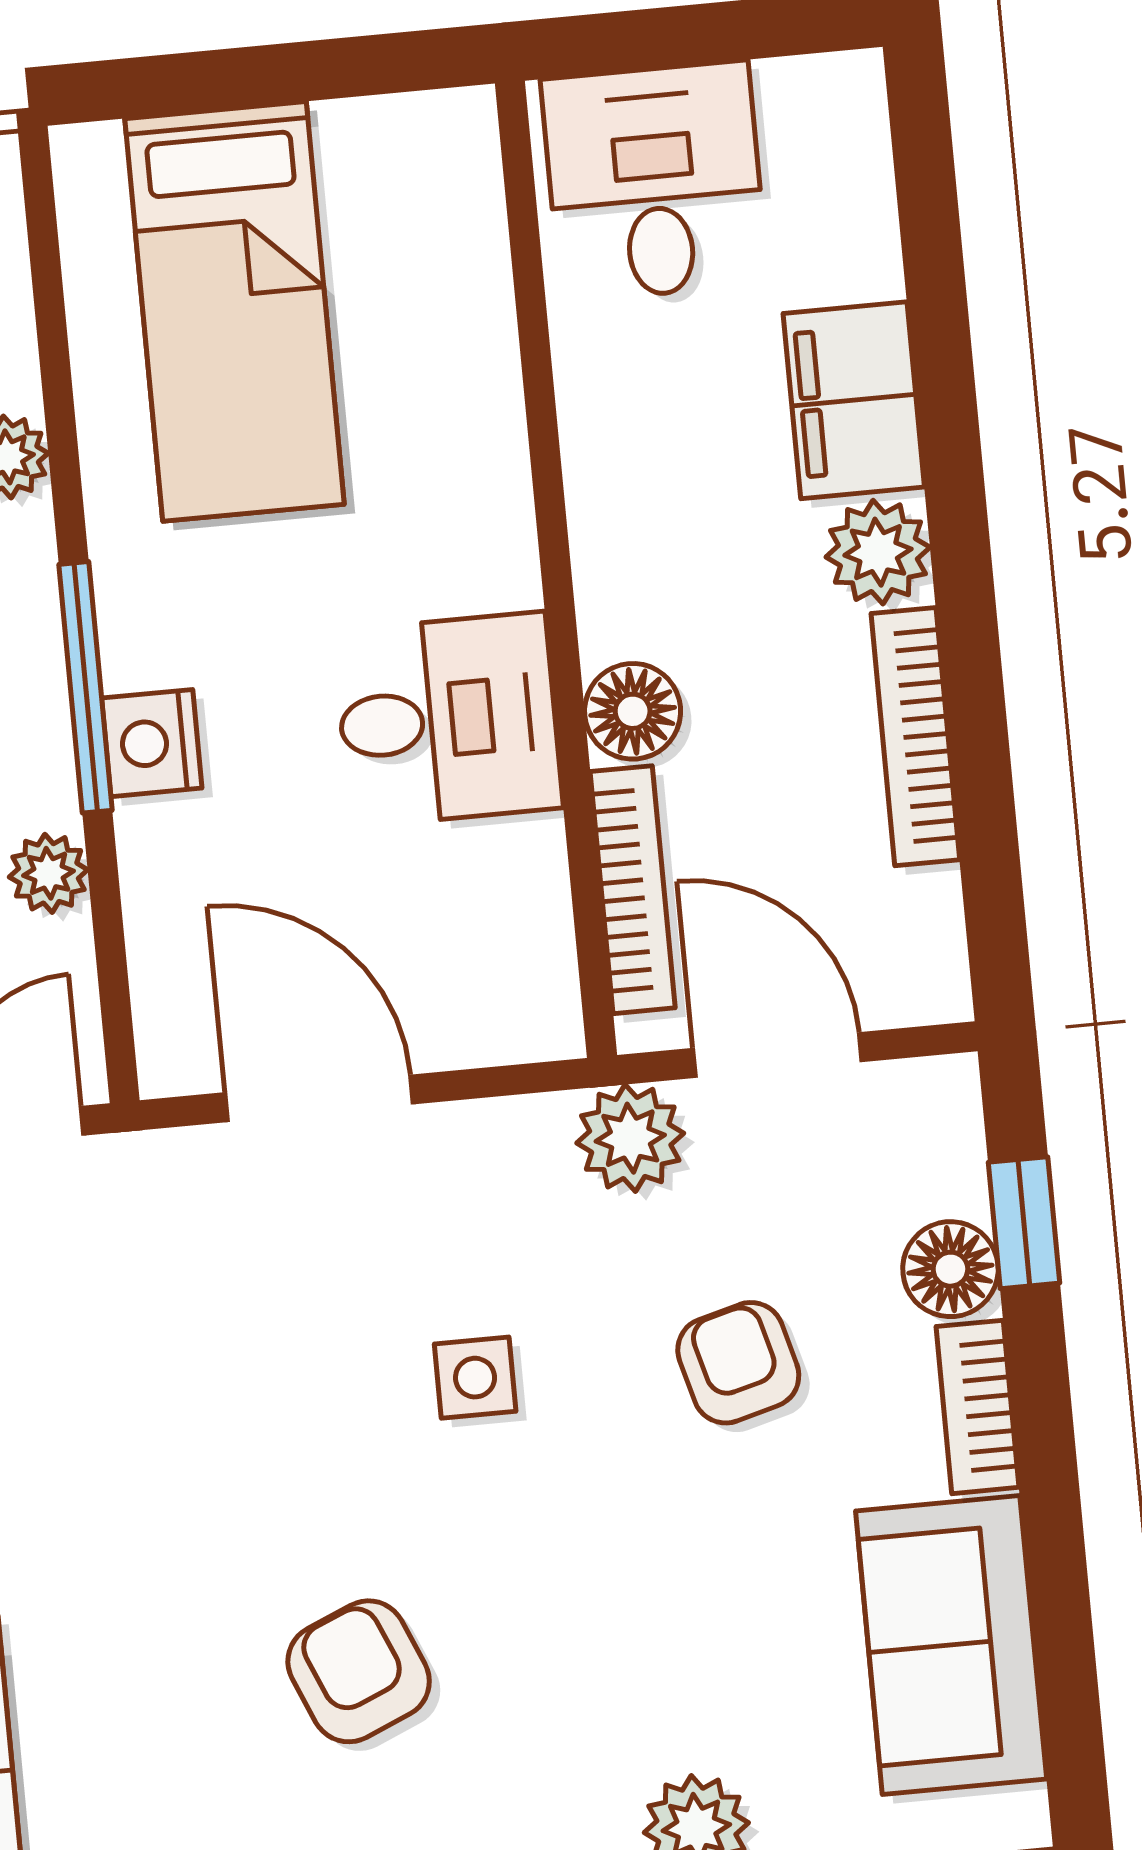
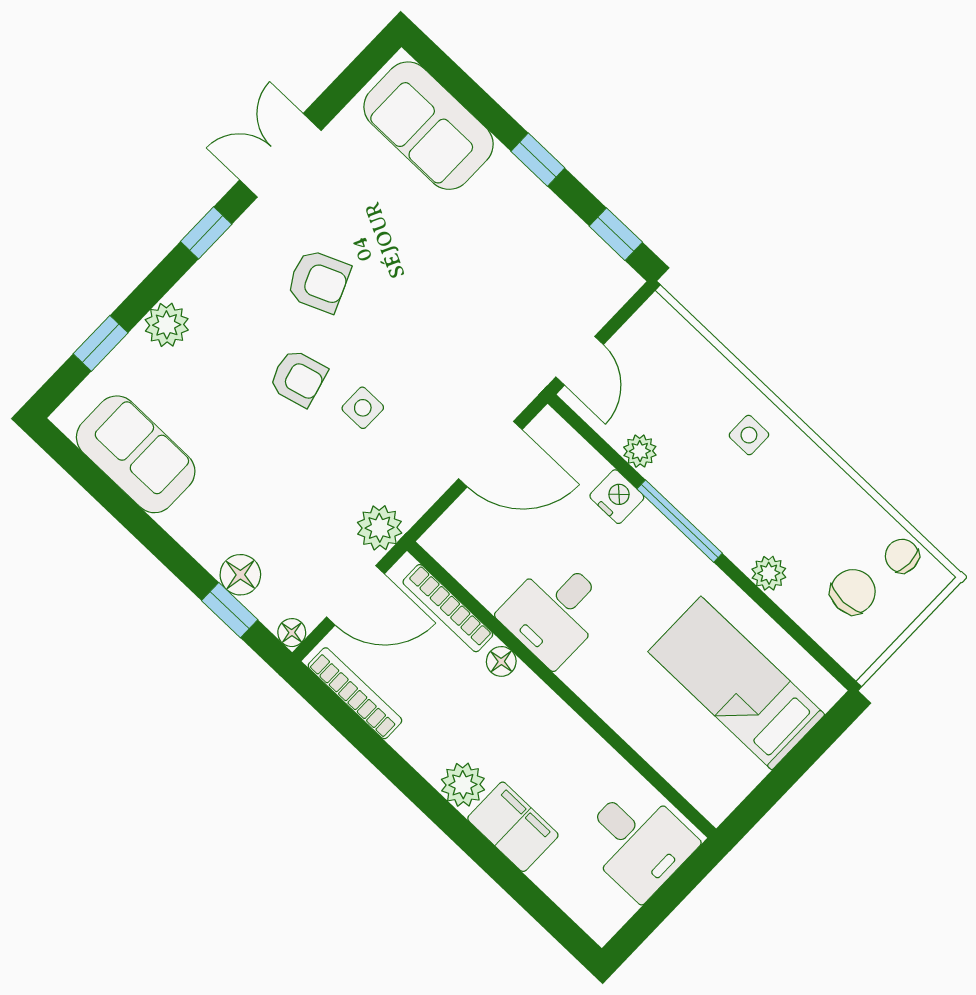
floor lamp: (633, 711) -> (501, 661), width x0.73, depth x0.73
bookcase: (915, 737) -> (355, 693), moved
nightstand: (152, 743) -> (617, 497), moved
floor lamp: (948, 1087) -> (292, 633), added
armchair: (738, 1363) -> (298, 378), moved
bookcase: (978, 1407) -> (193, 538), removed

